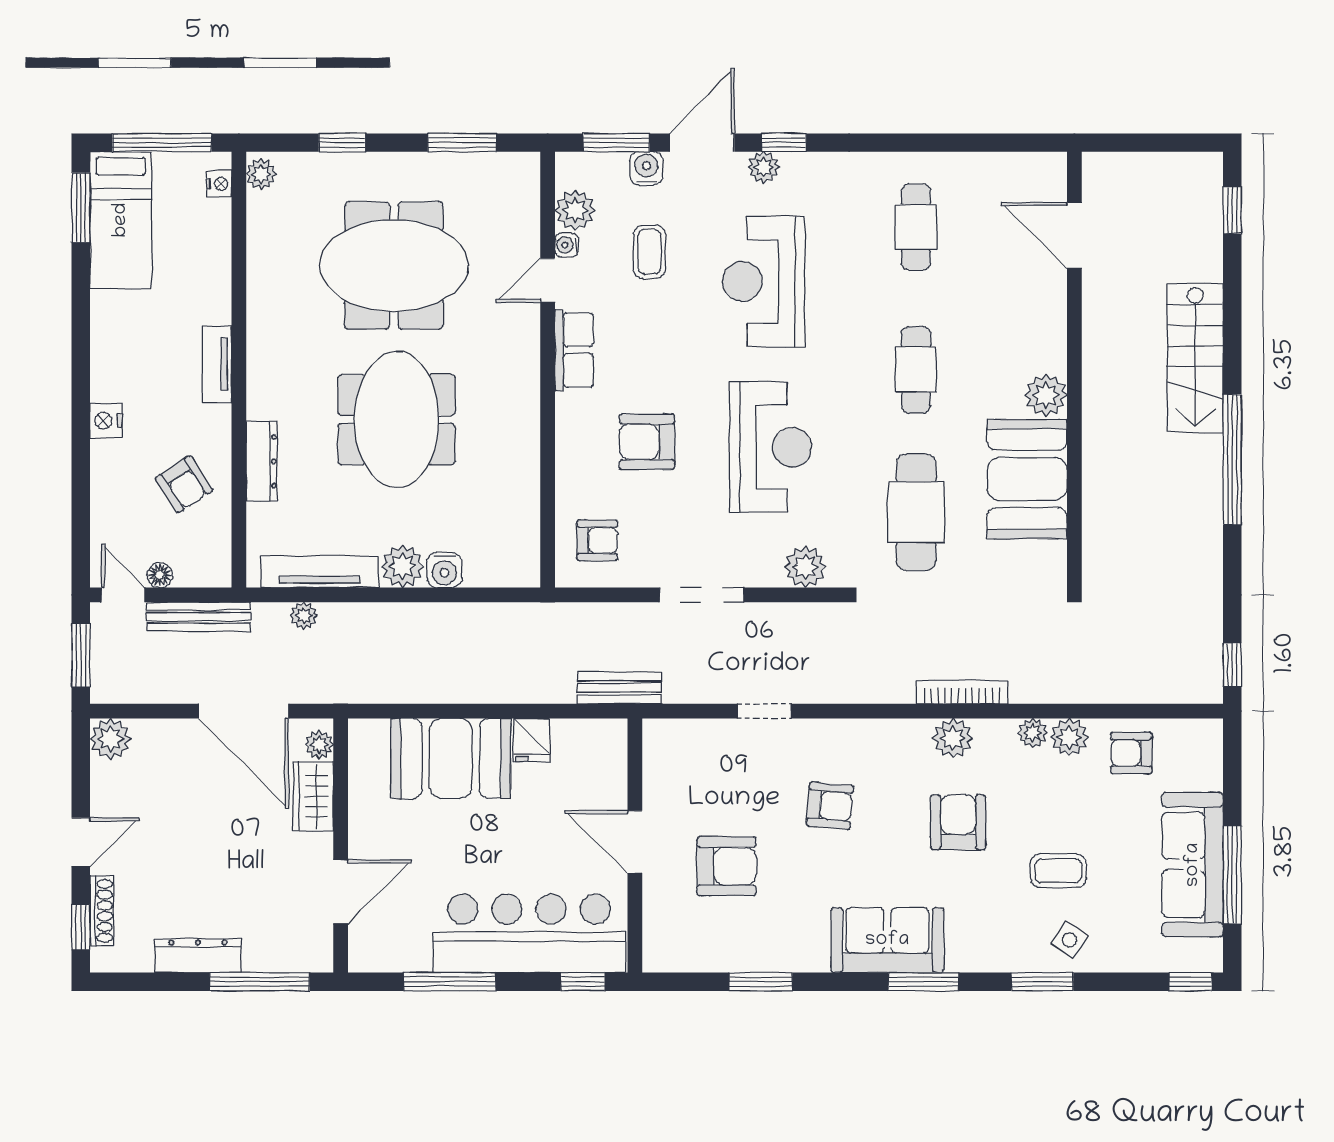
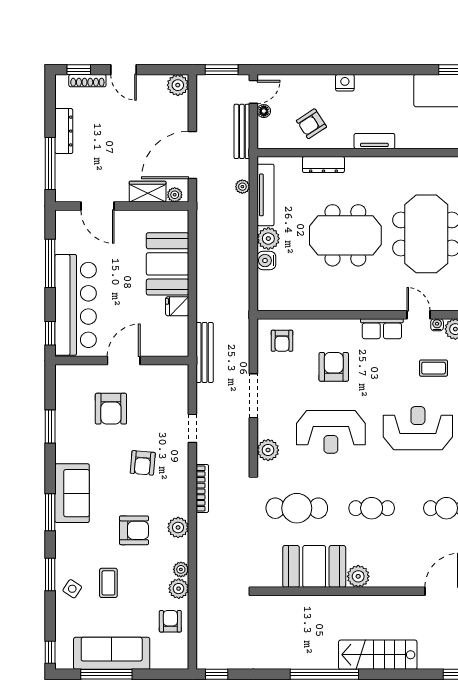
bench: (620, 688) -> (205, 352), width x1.36
bookcase: (962, 692) -> (202, 488), moved

